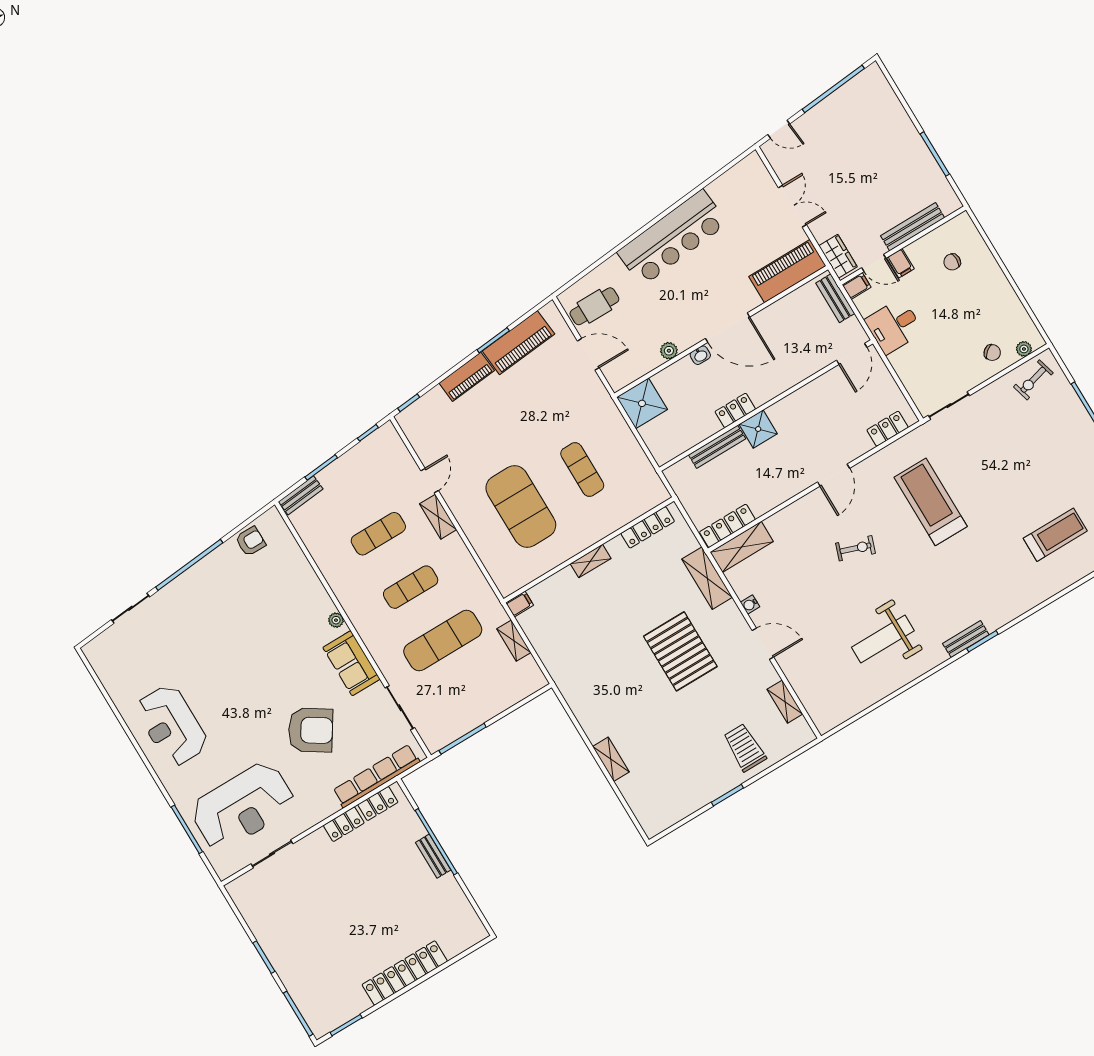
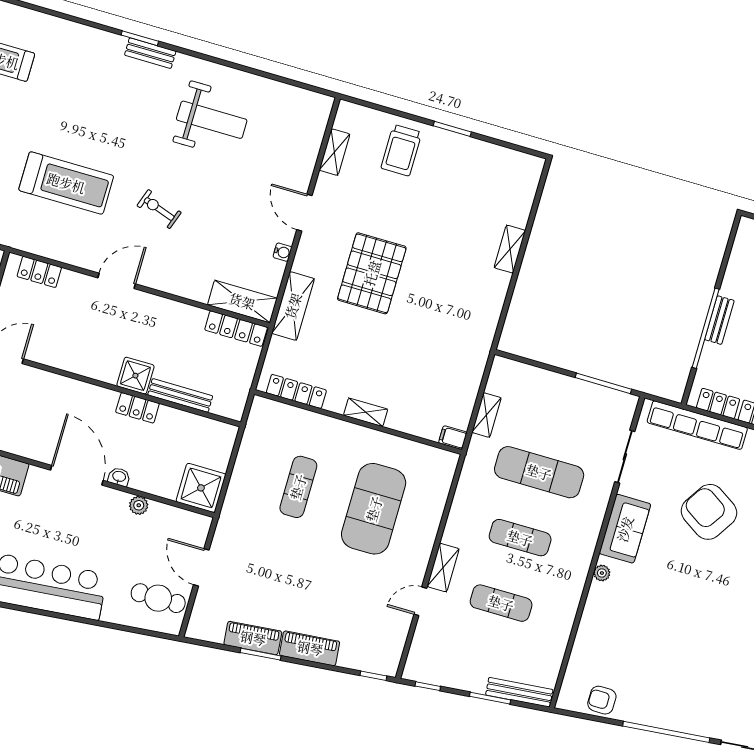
piano: (518, 343) -> (253, 638), width x0.73, depth x0.75
bench: (301, 495) -> (519, 692), width x1.36
treadmill: (931, 502) -> (66, 183), turned -90

